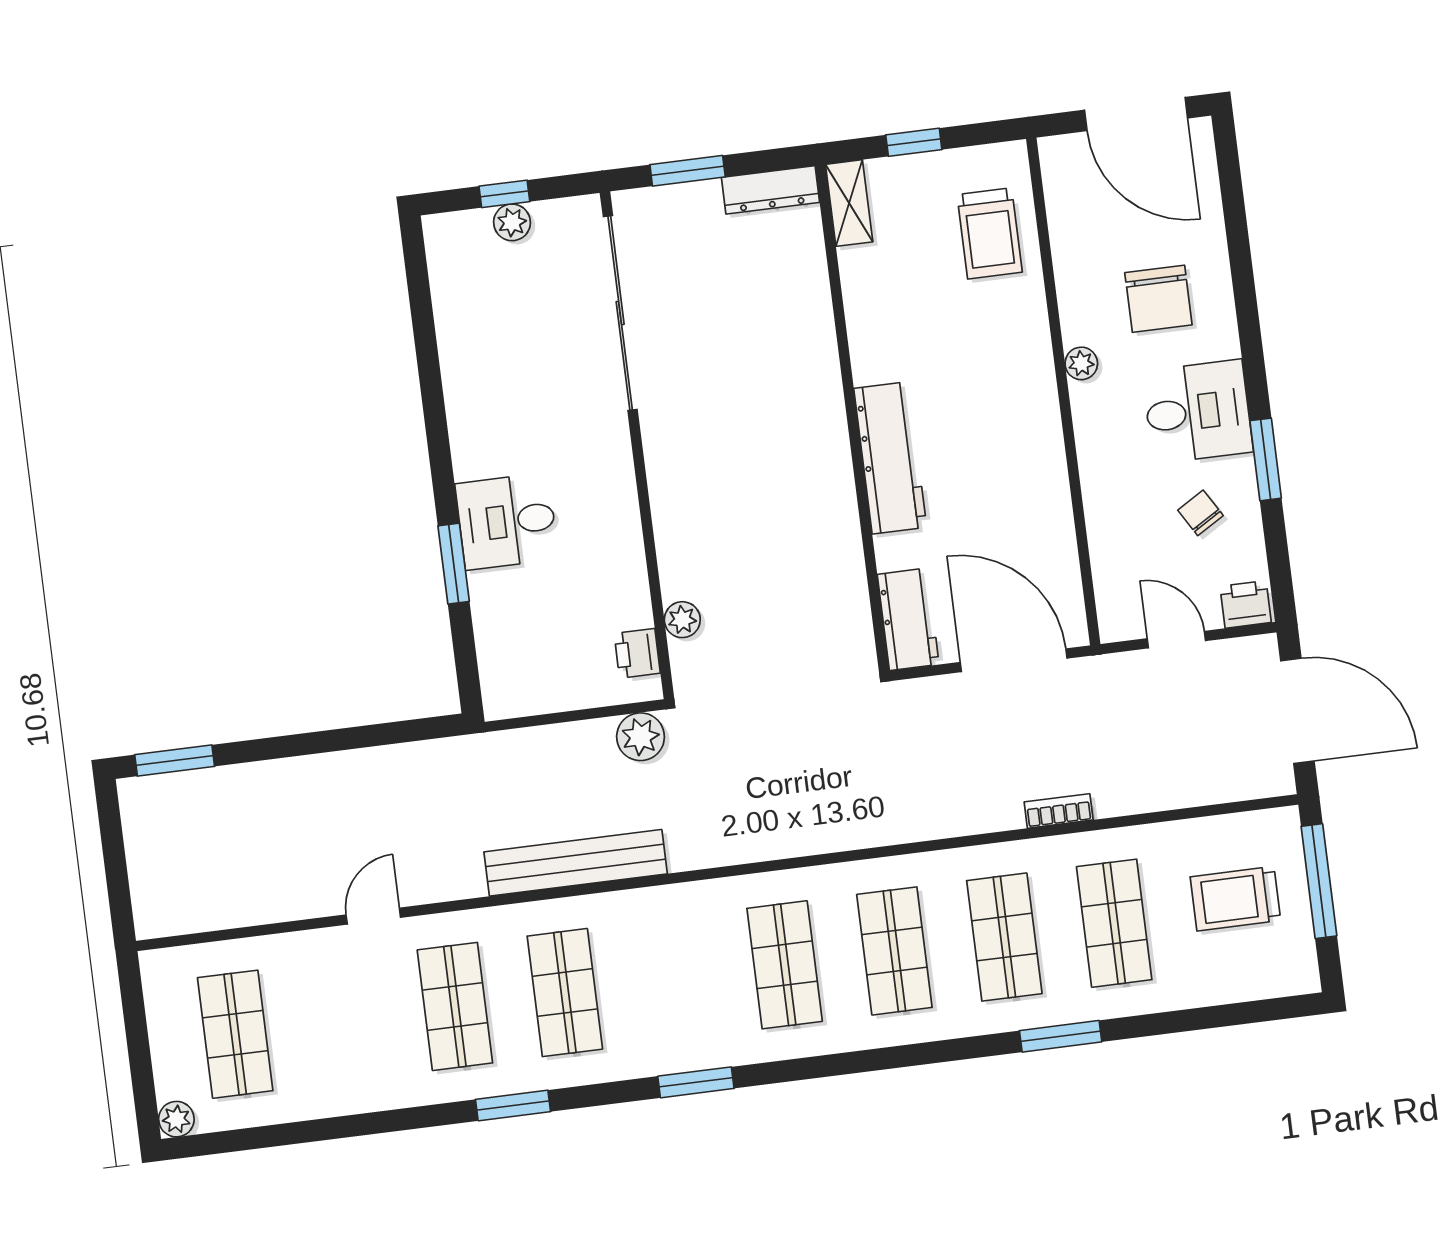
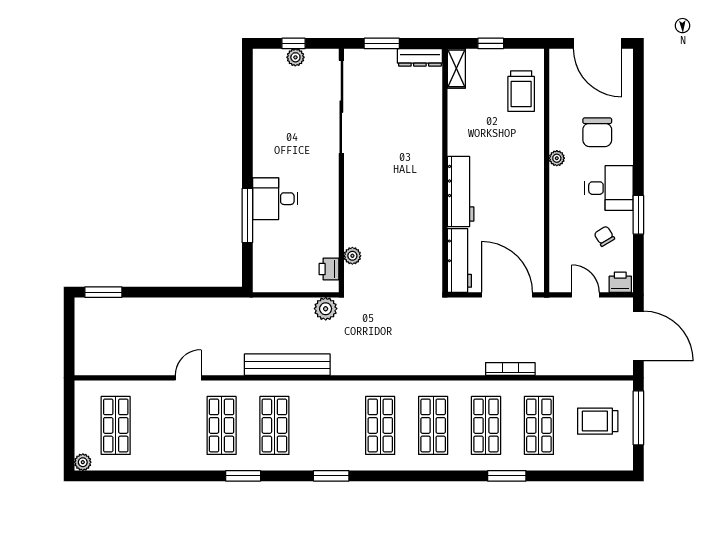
window: (454, 564) -> (247, 216), width x1.44
workbench: (908, 619) -> (459, 260), width x1.38
bookcase: (1059, 811) -> (510, 369), width x1.56

